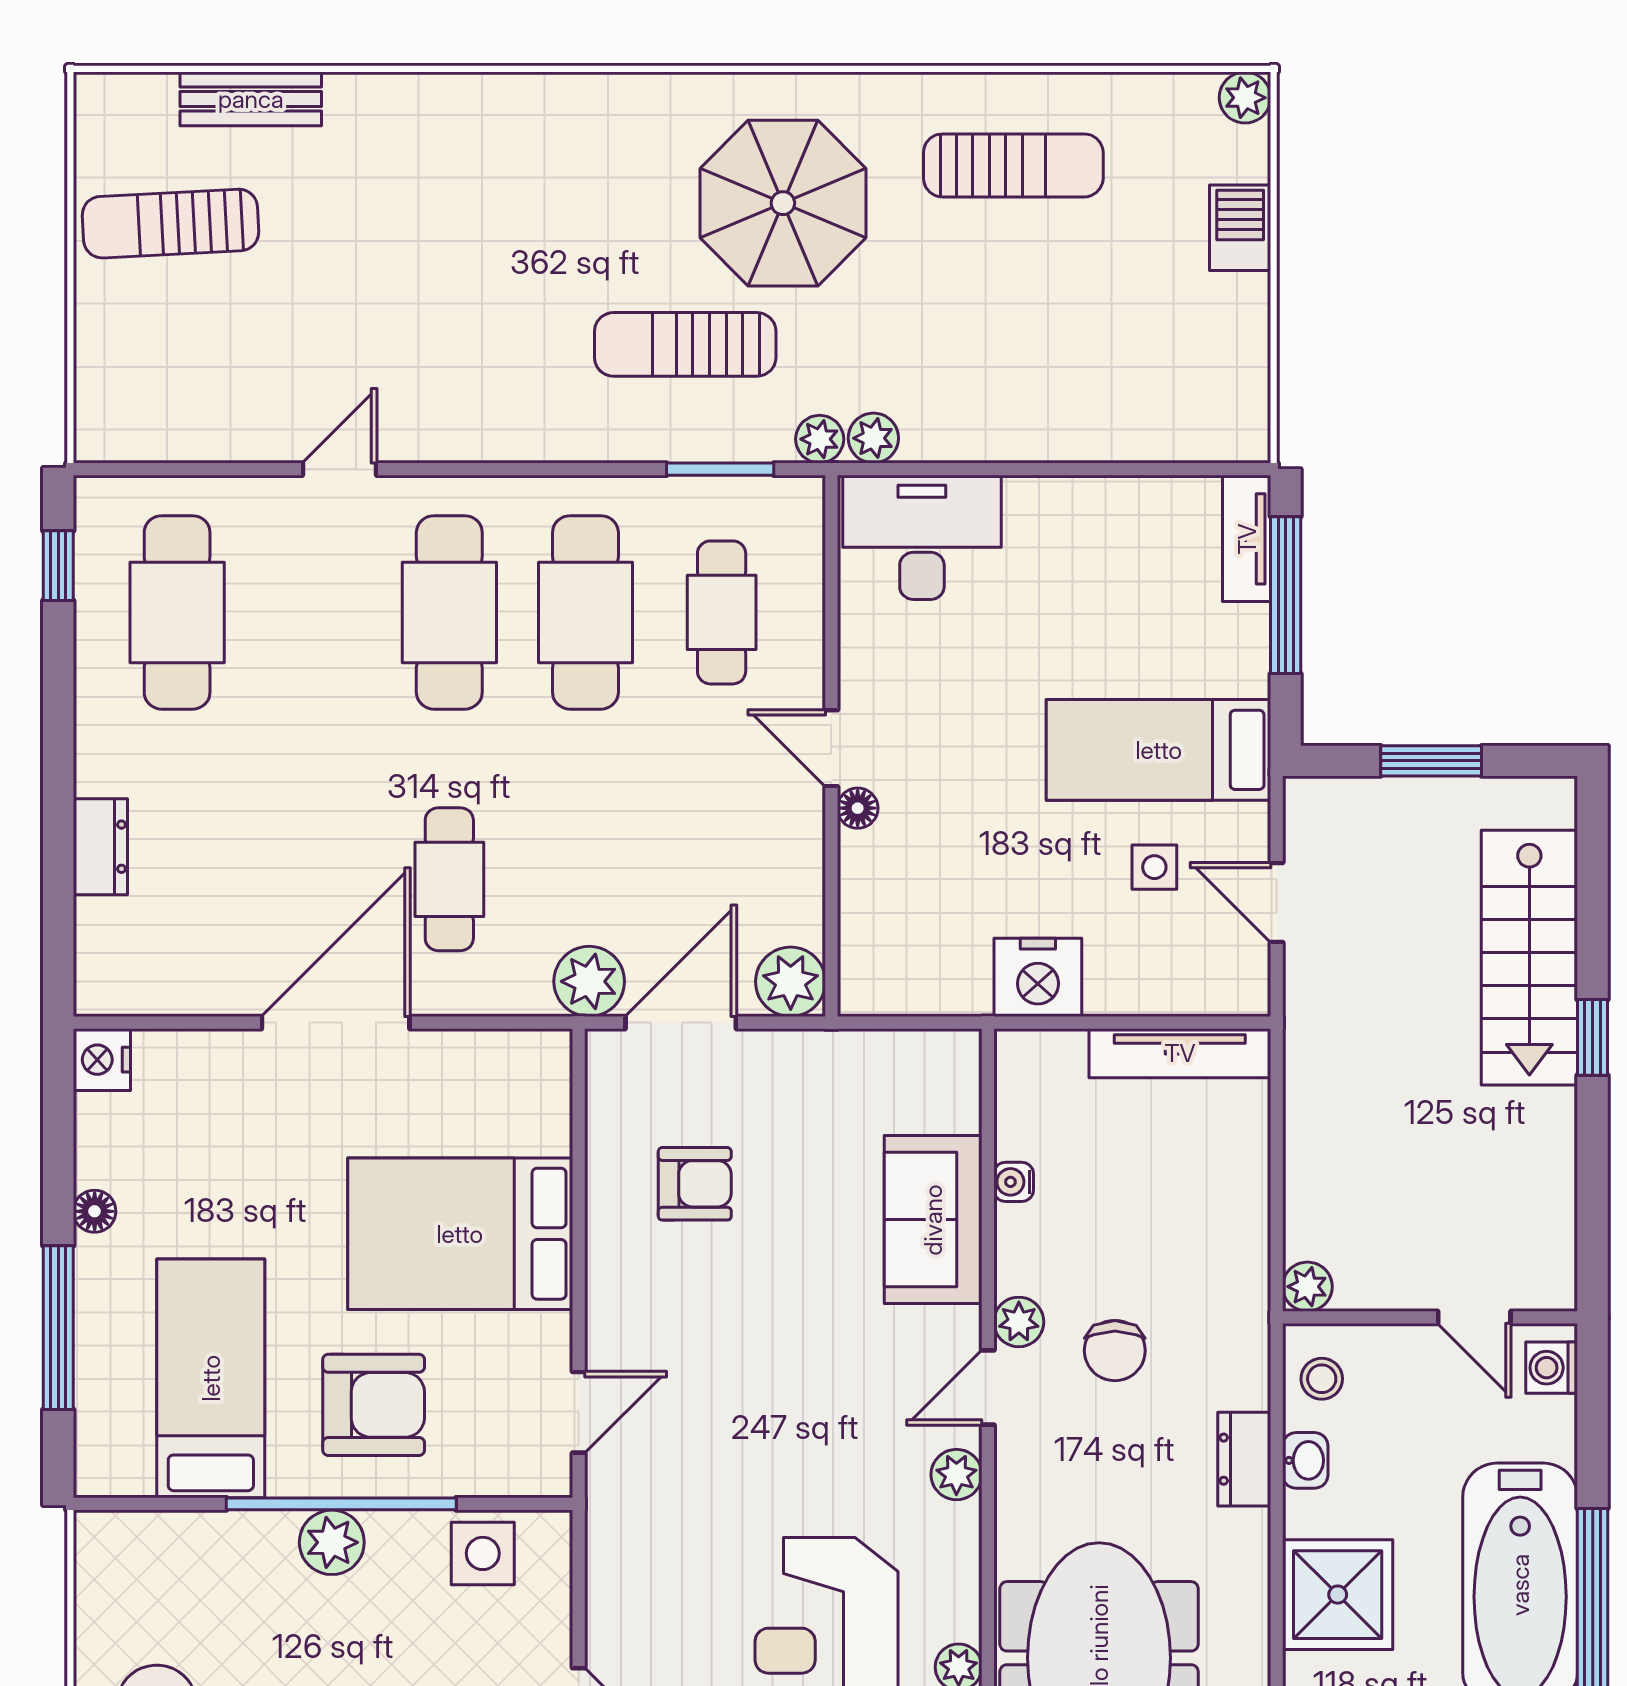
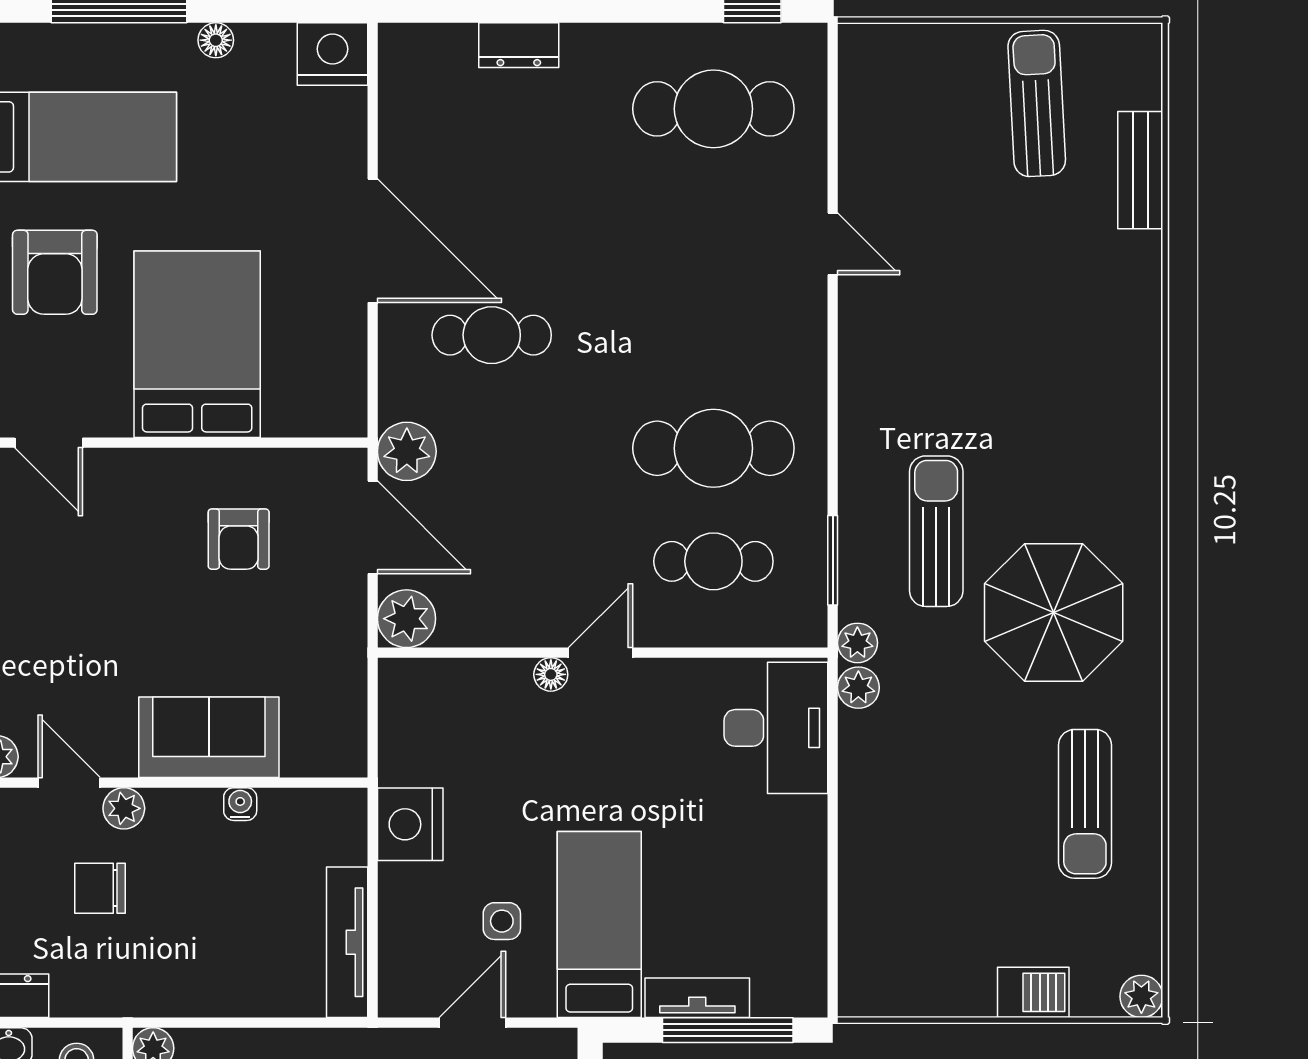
tv unit: (1247, 539) -> (697, 998), moved
cafe table: (449, 612) -> (713, 335), removed
nightstand: (102, 1060) -> (333, 54), width x1.36, depth x1.33

